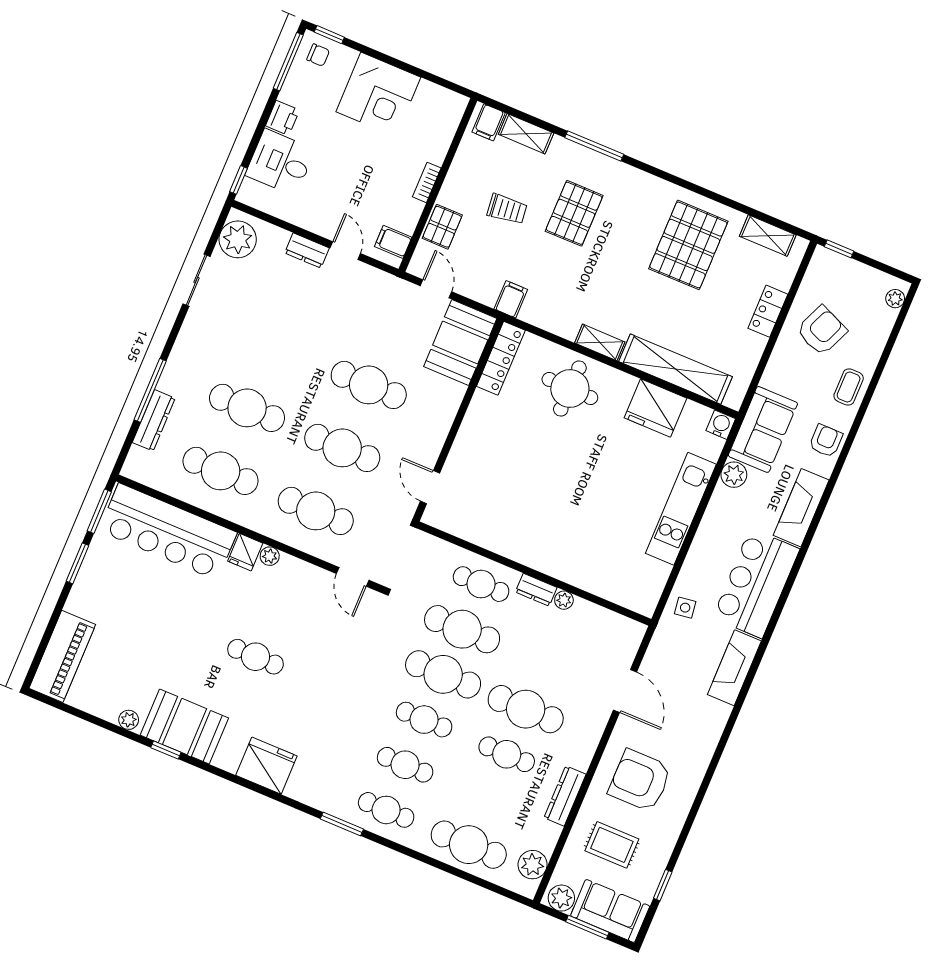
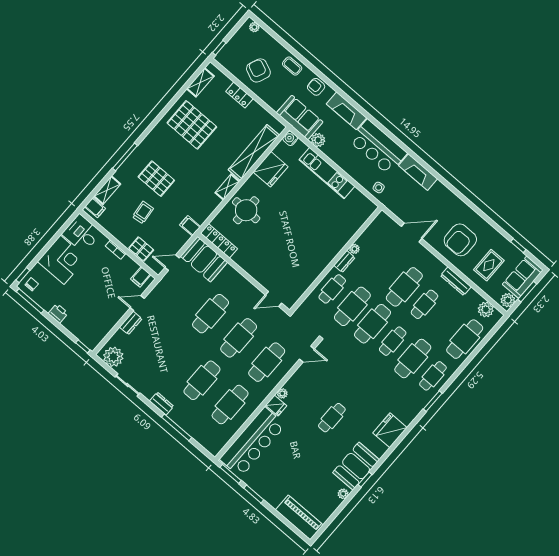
desk: (280, 162) -> (82, 233), moved, turned 90
dresser: (154, 420) -> (162, 404), moved, width x0.70
cafe table: (405, 765) -> (413, 359), width x1.37, depth x1.35

